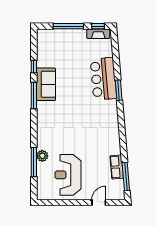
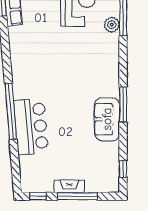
fireplace: (98, 34) -> (69, 186), moved
window: (34, 66) -> (123, 169), moved
window: (119, 90) -> (11, 111), width x2.11

